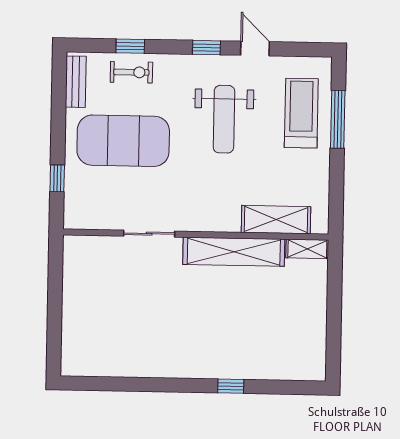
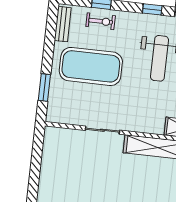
window: (57, 178) -> (44, 88), width x1.50

